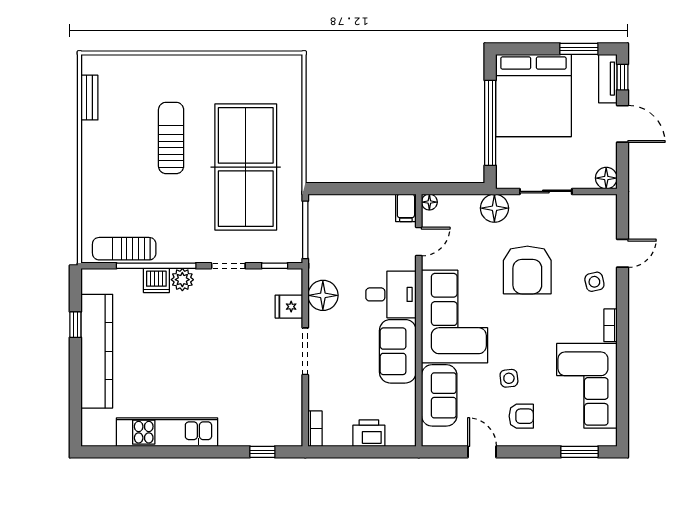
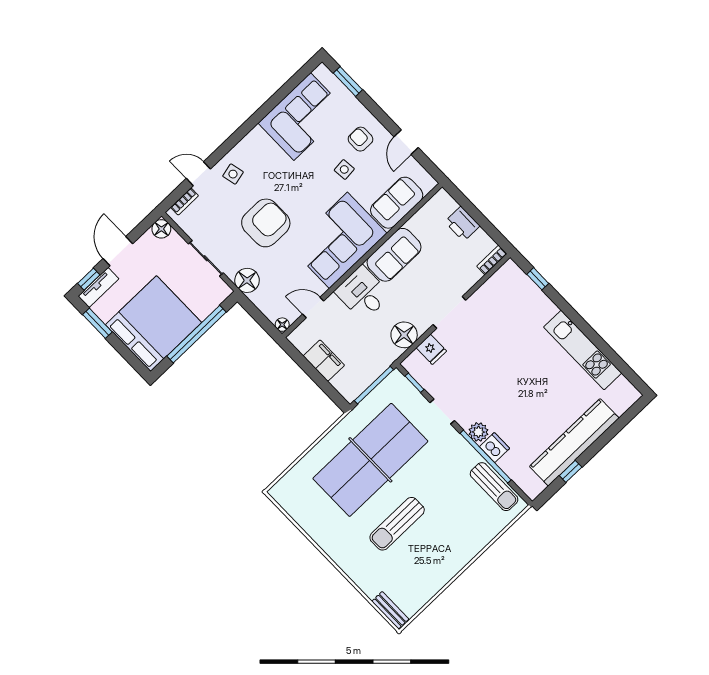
bench: (89, 98) -> (390, 610), moved, turned 90
filing cabinet: (406, 208) -> (324, 361), moved, width x2.00
bookcase: (610, 325) -> (184, 201), moved

